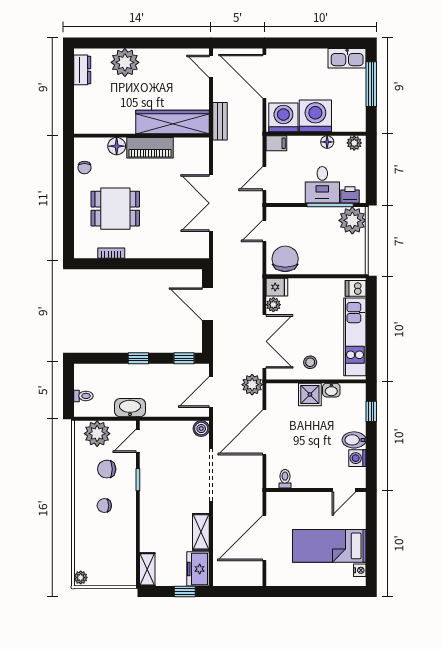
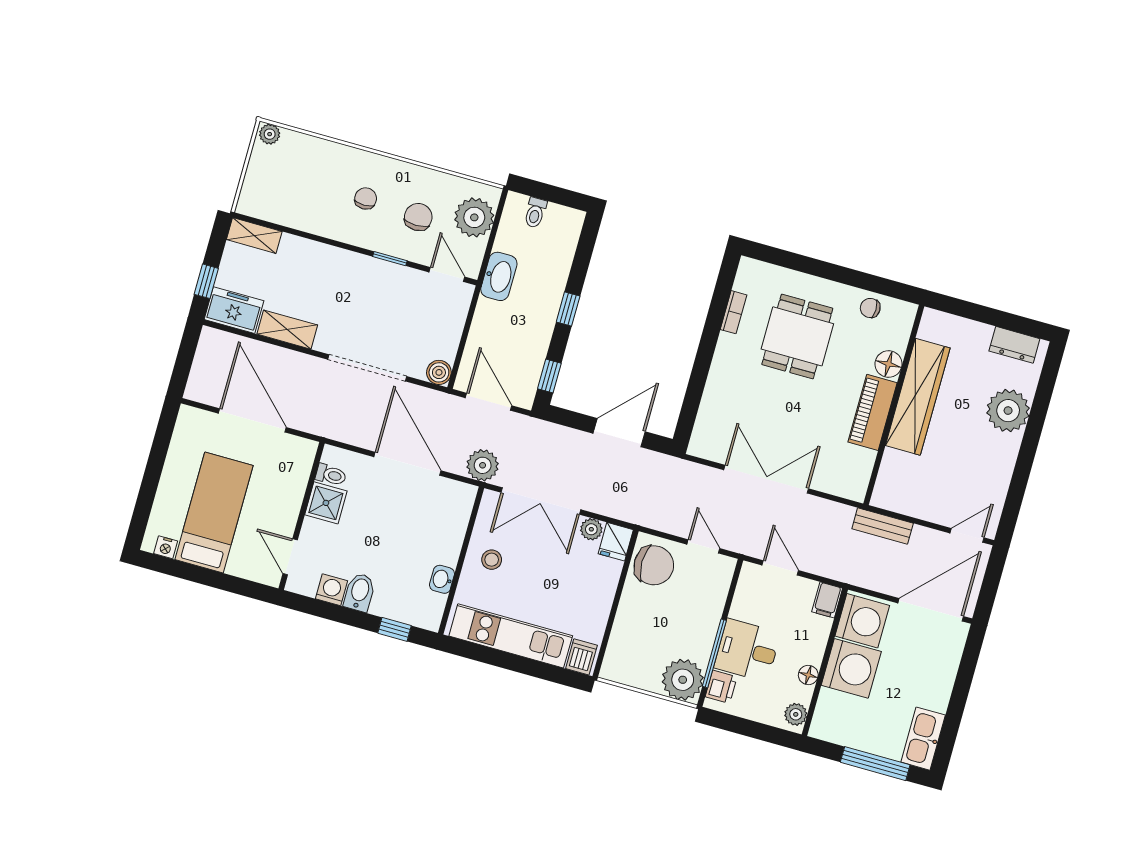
wardrobe: (173, 122) -> (918, 397), moved
shower: (310, 394) -> (326, 503), moved

